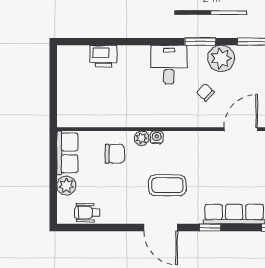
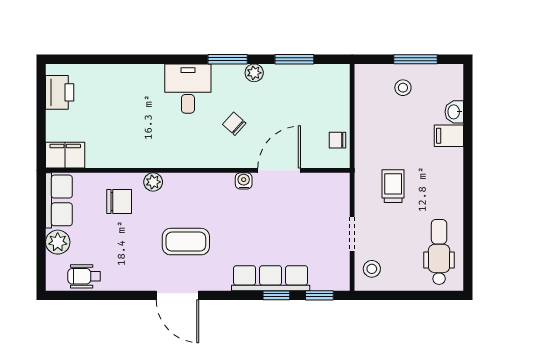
printer: (103, 56) -> (60, 92), moved, turned -90
plant: (221, 58) -> (254, 73), width x0.53, depth x0.53
filing cabinet: (72, 117) -> (65, 155), added
water cooler: (157, 137) -> (244, 181), moved
window: (210, 228) -> (276, 295), moved

